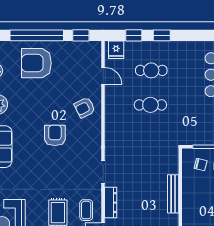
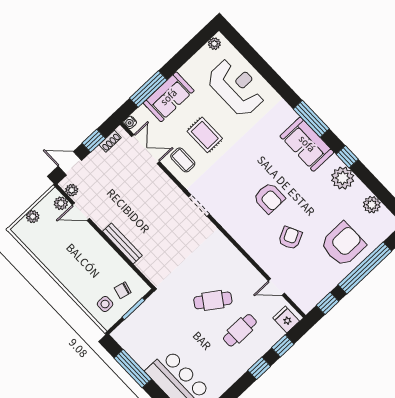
cafe table: (150, 105) -> (213, 300), turned 35
armchair: (85, 108) -> (290, 238), moved
dresser: (111, 203) -> (168, 186), removed

